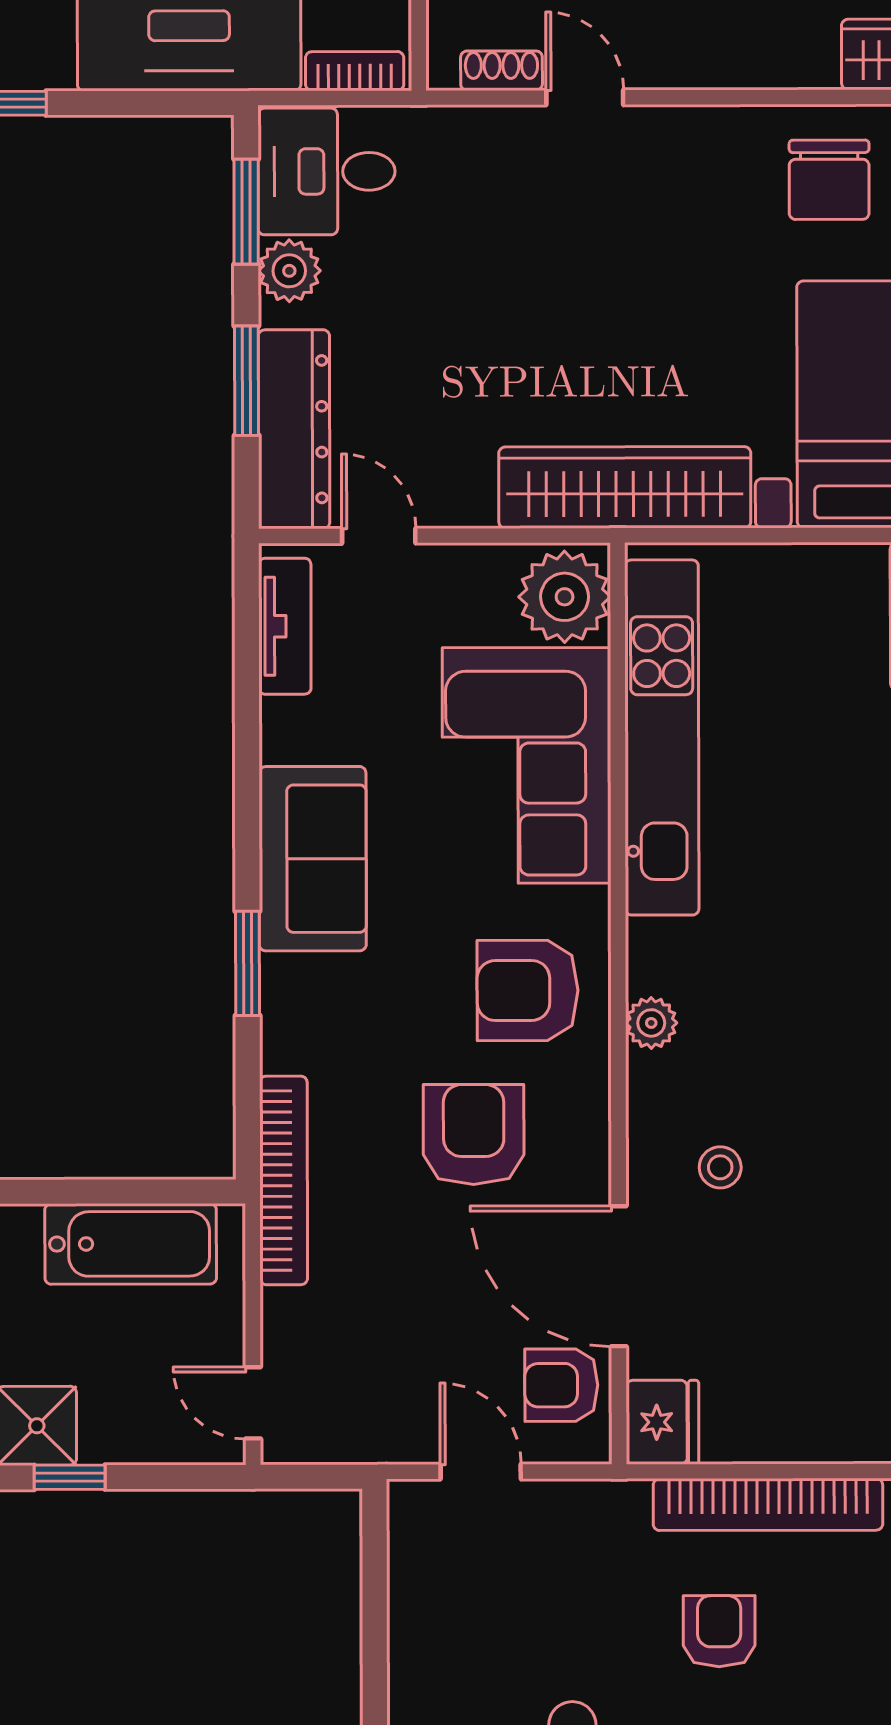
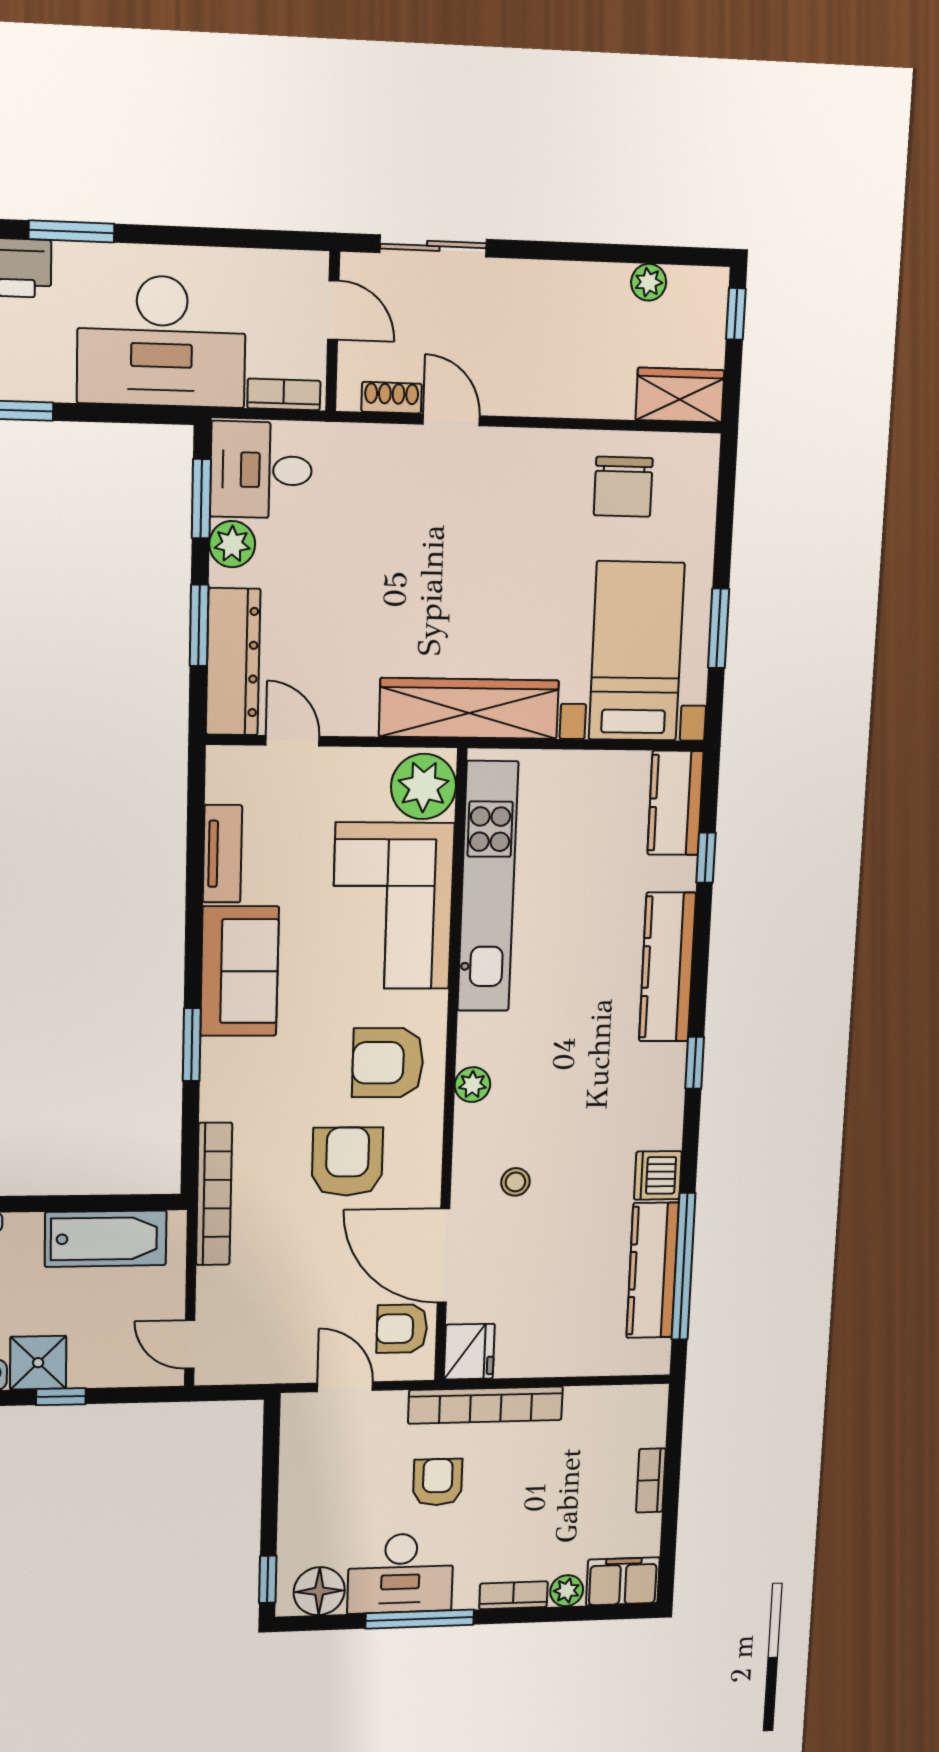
tv unit: (285, 626) -> (222, 854), moved
bookcase: (768, 1504) -> (486, 1405), moved
armchair: (719, 1631) -> (438, 1482), moved

